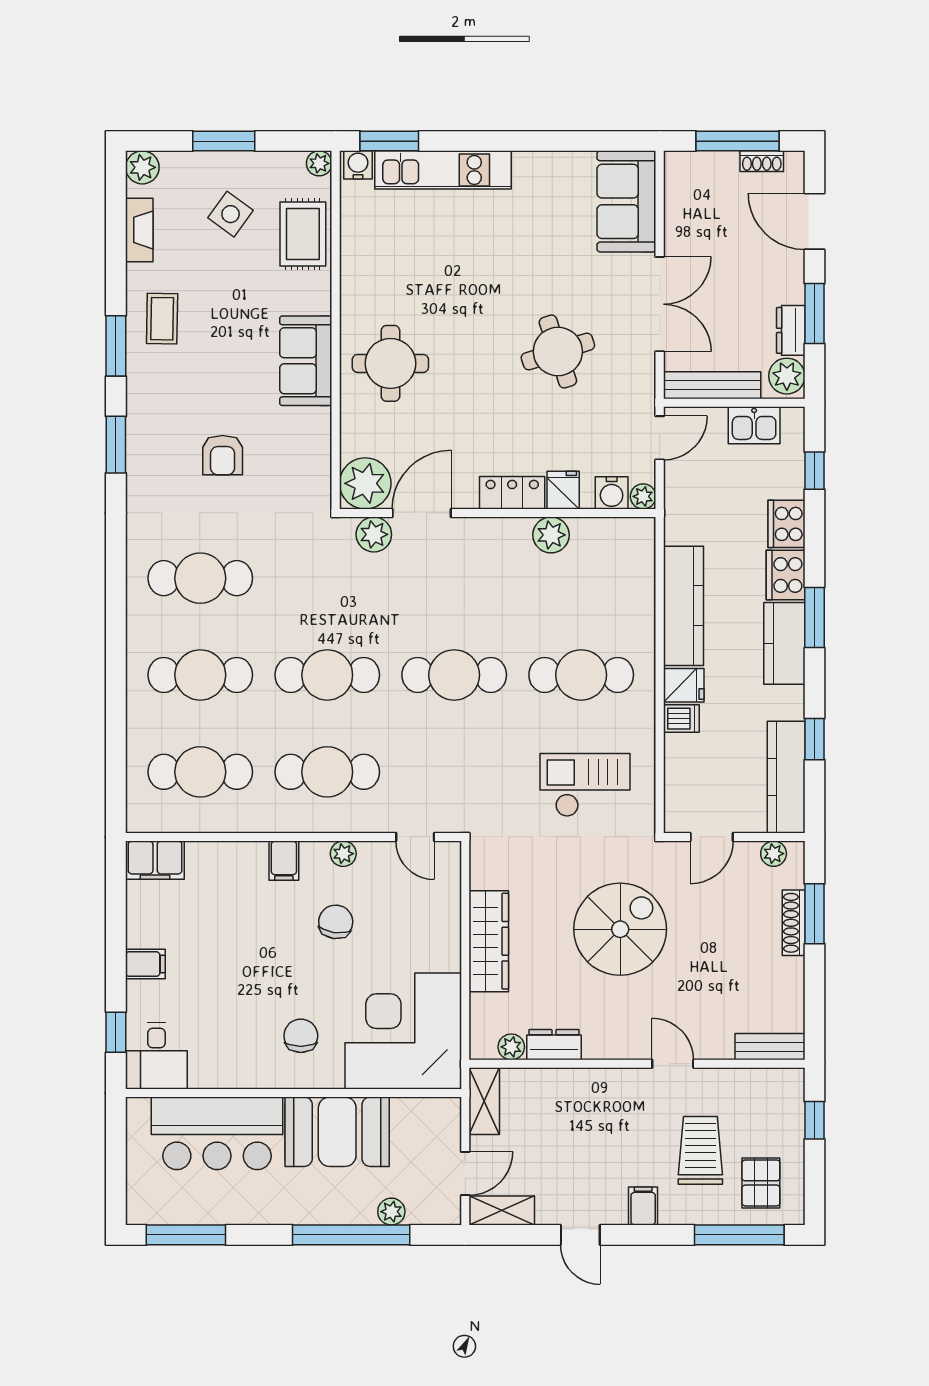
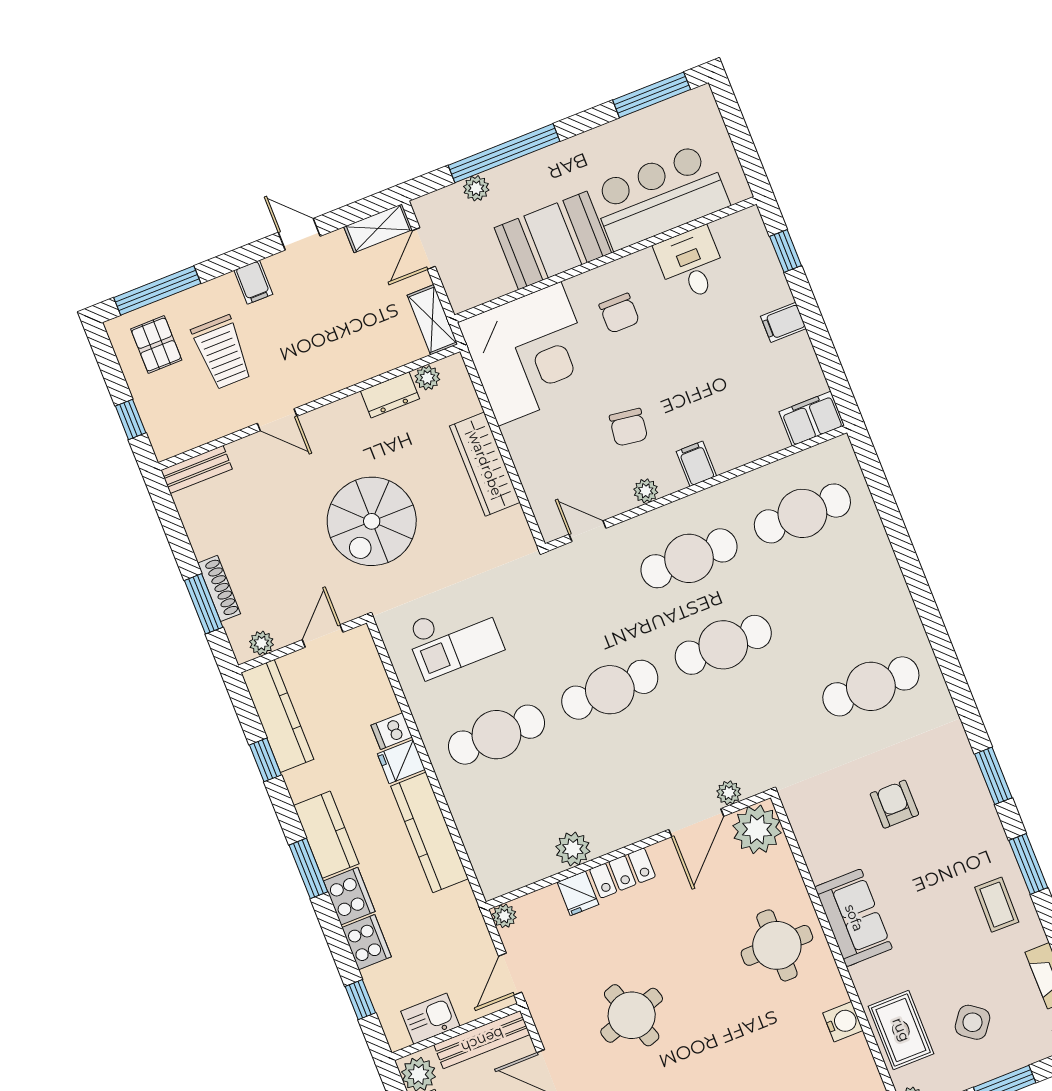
water cooler: (612, 493) -> (843, 1022), moved, turned 90
plant: (374, 534) -> (729, 793), width x0.73, depth x0.73
cafe table: (200, 675) -> (837, 600), removed
desk: (156, 1056) -> (691, 264), moved

